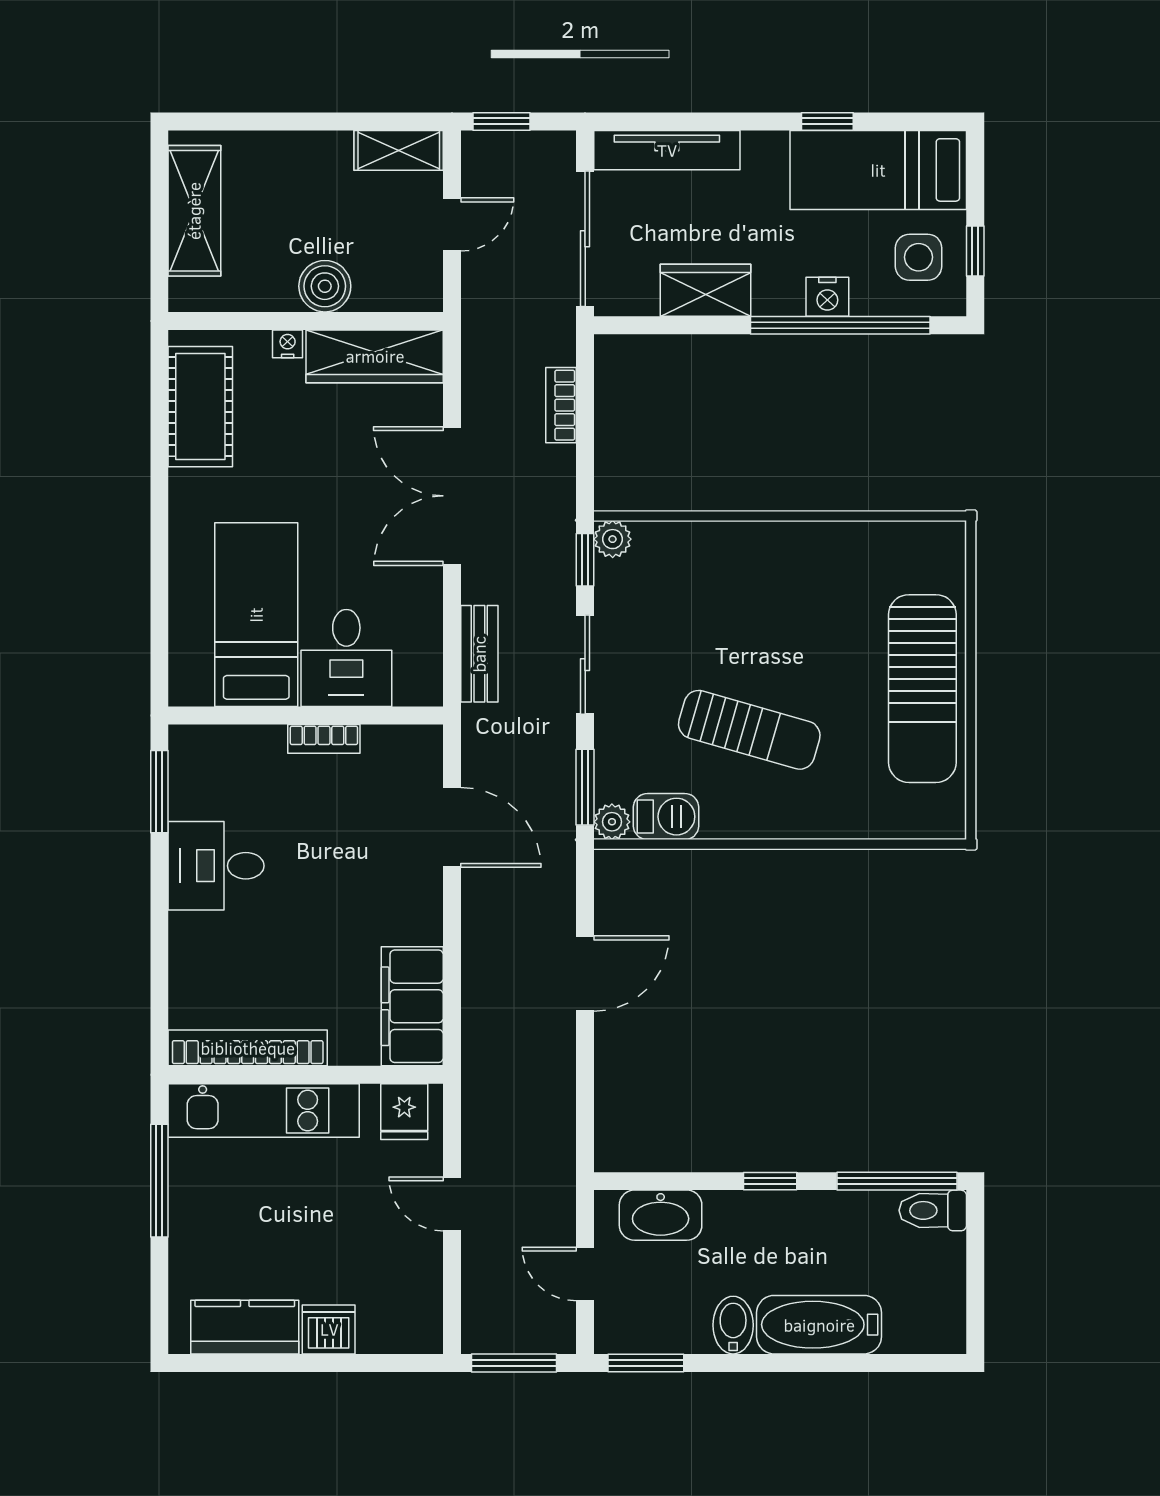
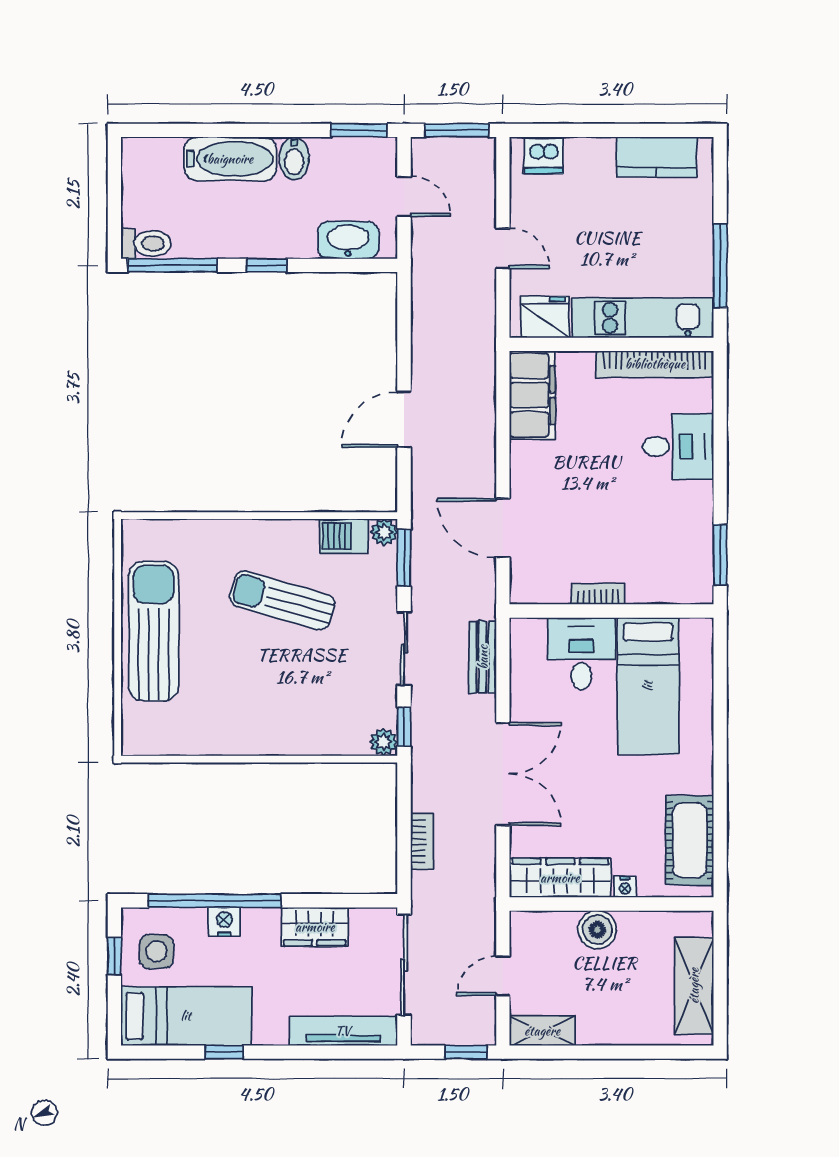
desk: (216, 866) -> (678, 447), moved
fridge: (404, 1112) -> (545, 317), width x1.38
dishwasher: (329, 1329) -> (544, 155), moved

